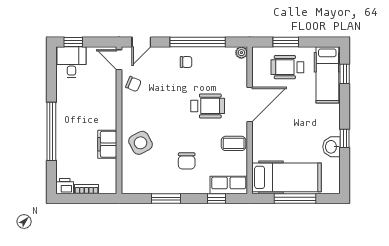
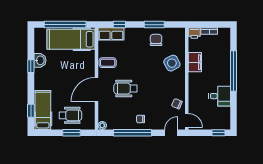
desk: (71, 62) -> (220, 96), moved, turned -90
chair: (187, 161) -> (156, 40), moved
printer: (65, 186) -> (194, 33), moved
window: (295, 199) -> (65, 25), width x1.46

